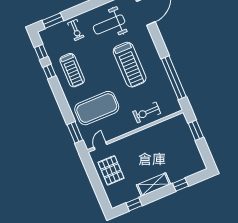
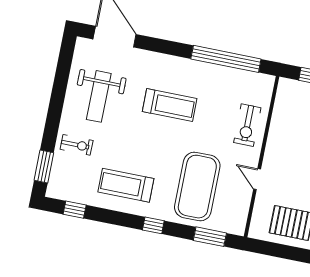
treadmill: (130, 65) -> (170, 105), width x0.73, depth x0.73
treadmill: (72, 70) -> (126, 185), turned 180
window: (49, 72) -> (153, 225), moved
door: (100, 146) -> (257, 179), moved

